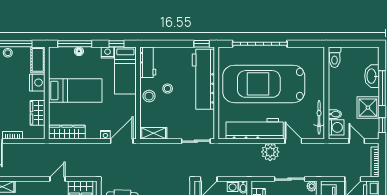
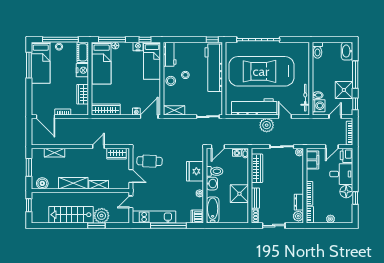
washbasin: (372, 76) -> (347, 51), moved
bed: (75, 91) -> (102, 63), moved, turned 90
door: (357, 141) -> (335, 117), hinge flipped

